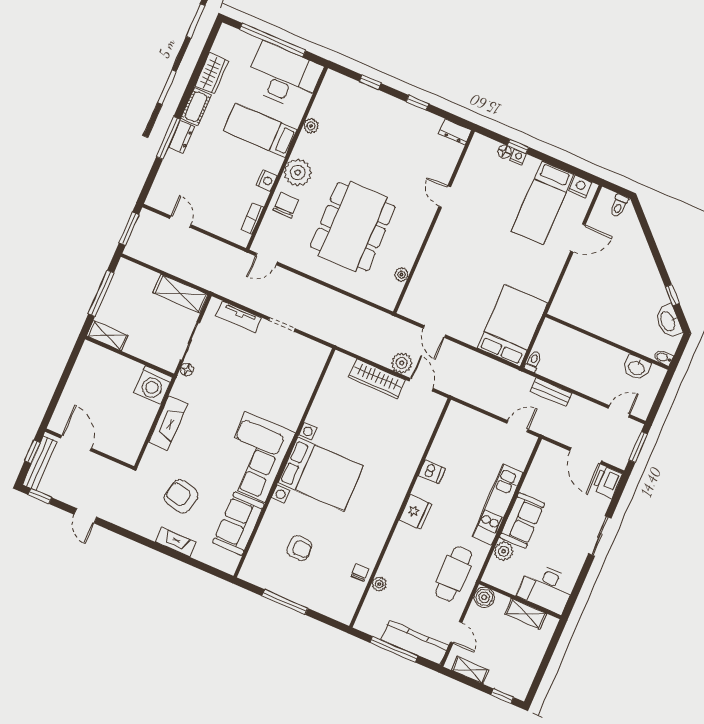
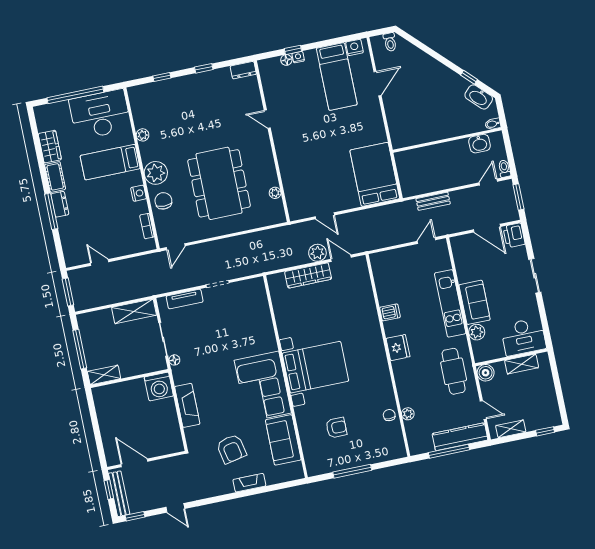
toilet: (533, 361) -> (504, 169), moved
armchair: (181, 496) -> (231, 449), turned -116

